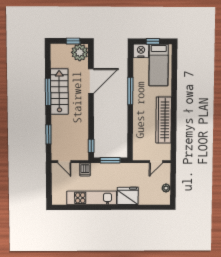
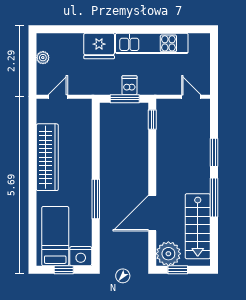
stairs: (59, 92) -> (198, 226), moved
window: (48, 134) -> (214, 152), moved
dishwasher: (85, 169) -> (129, 85), moved

